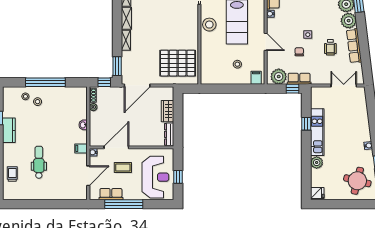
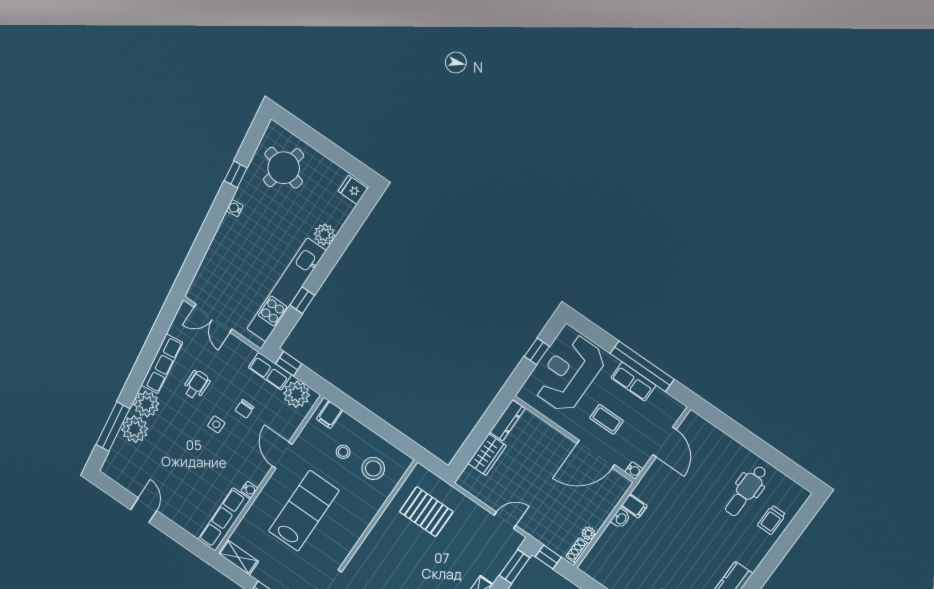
stool: (209, 25) -> (373, 468), moved
pallet: (178, 63) -> (426, 512), width x0.73, depth x0.71
door: (137, 85) -> (505, 520), width x0.53
kitchen unit: (317, 132) -> (286, 290), width x1.36
filing cabinet: (81, 148) -> (634, 506), moved
dental chair: (39, 162) -> (746, 491), moved
door: (88, 176) -> (665, 442), swing flipped
row of seats: (111, 194) -> (633, 381), moved

